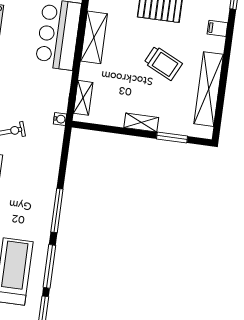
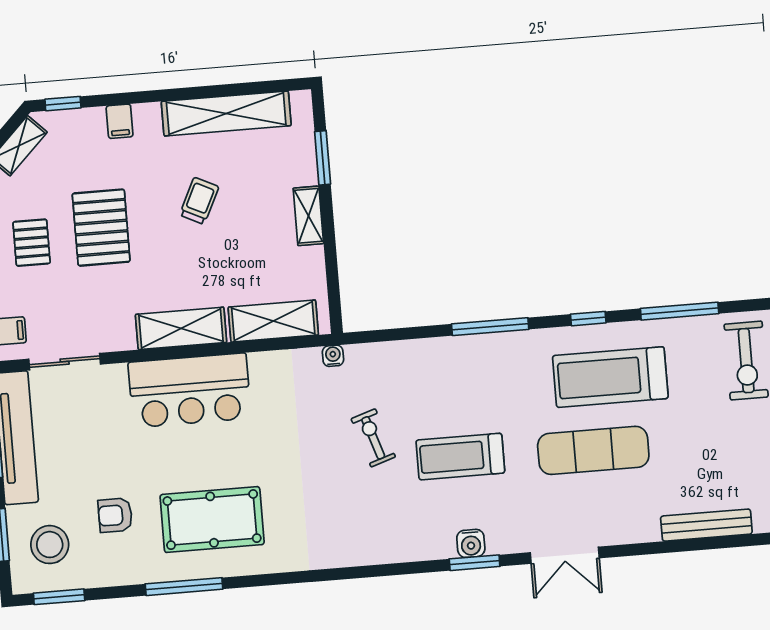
trolley: (163, 63) -> (199, 201), width x0.73, depth x0.72
shelving: (83, 98) -> (273, 321), width x1.50, depth x1.33
window: (49, 266) -> (588, 319), width x0.46

